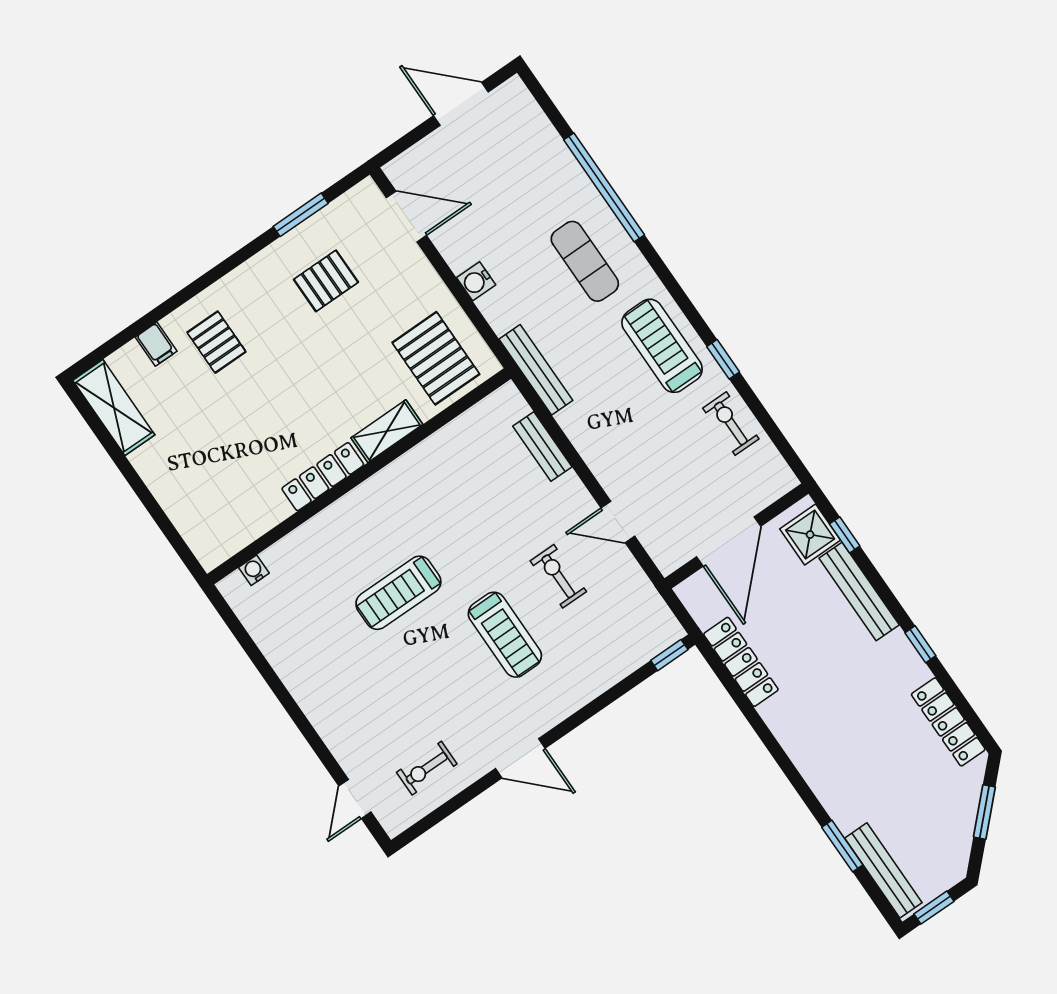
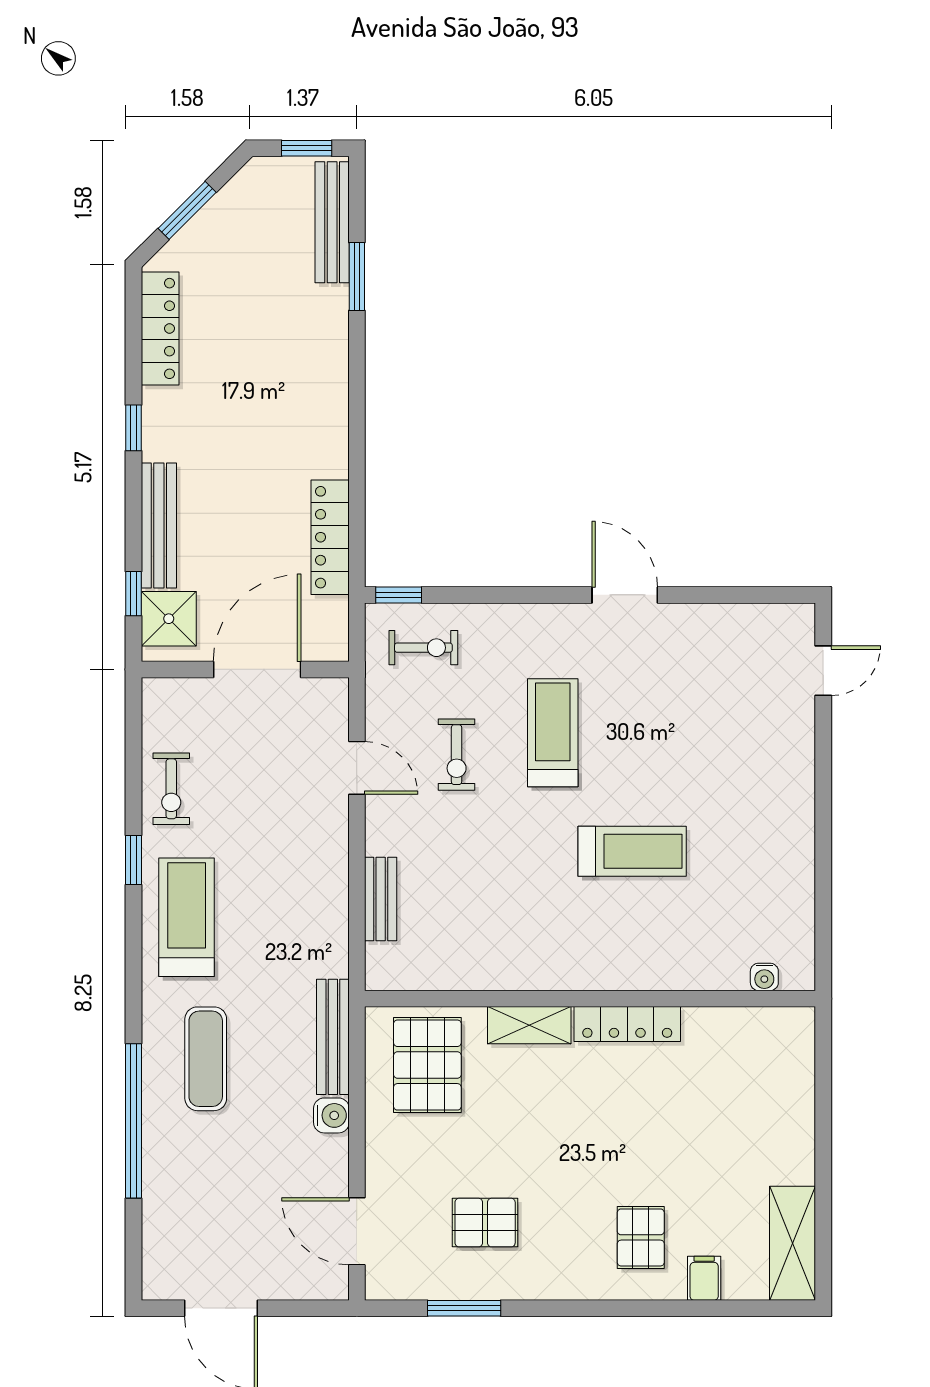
treadmill: (662, 346) -> (187, 917), turned 180
bench: (536, 370) -> (333, 1037), moved
exercise bike: (427, 768) -> (423, 648), moved

